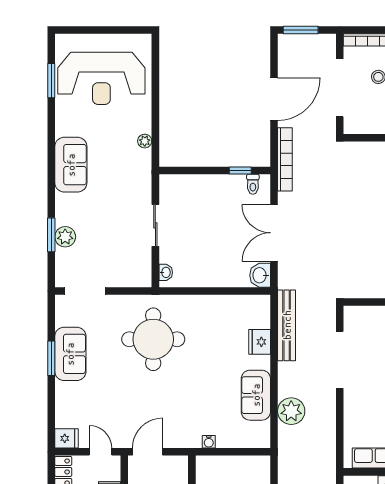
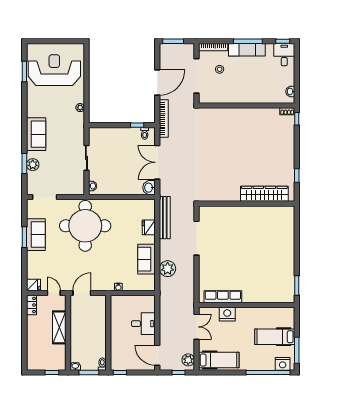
reception desk: (101, 78) -> (54, 70), turned 180
sofa: (71, 165) -> (36, 134), moved
round table: (153, 339) -> (85, 226), width x1.36, depth x1.36

